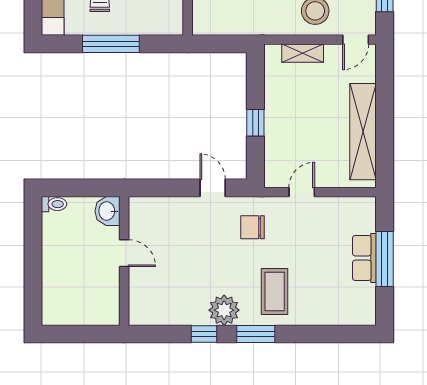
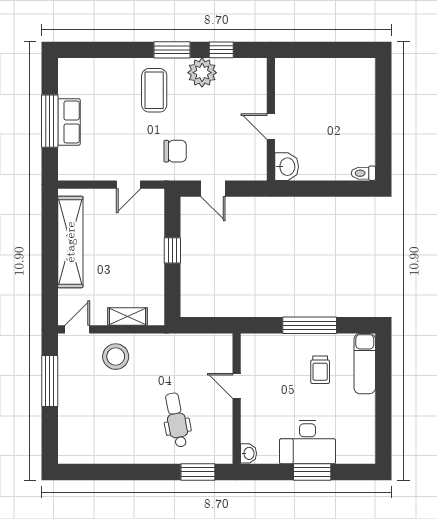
washbasin: (107, 211) -> (287, 167), moved
door: (124, 253) -> (271, 127), moved
wall: (124, 261) -> (271, 119), moved

